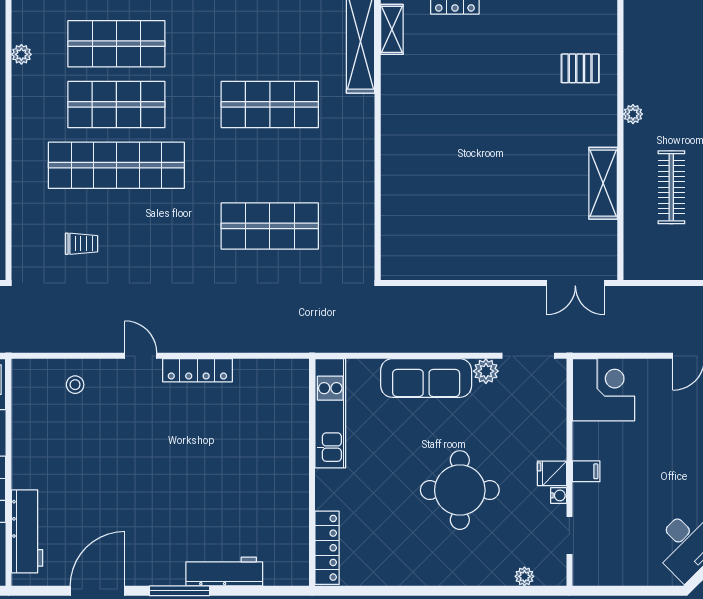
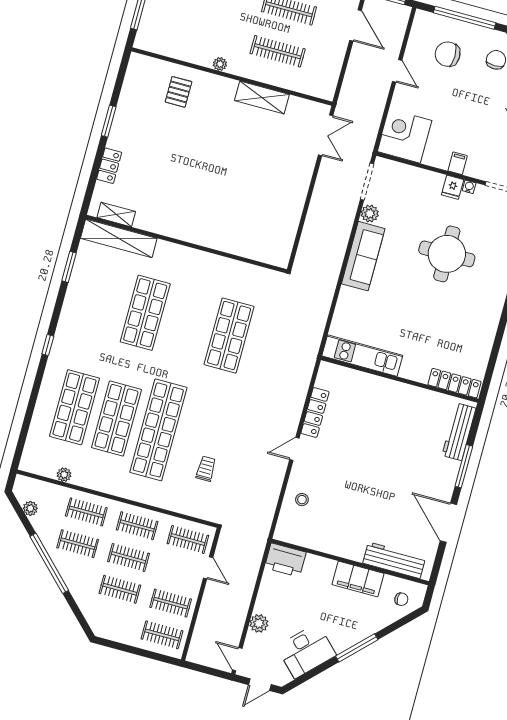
kitchen unit: (330, 413) -> (362, 356), moved
wall: (312, 472) -> (400, 379), moved
locker: (327, 548) -> (455, 383), moved

